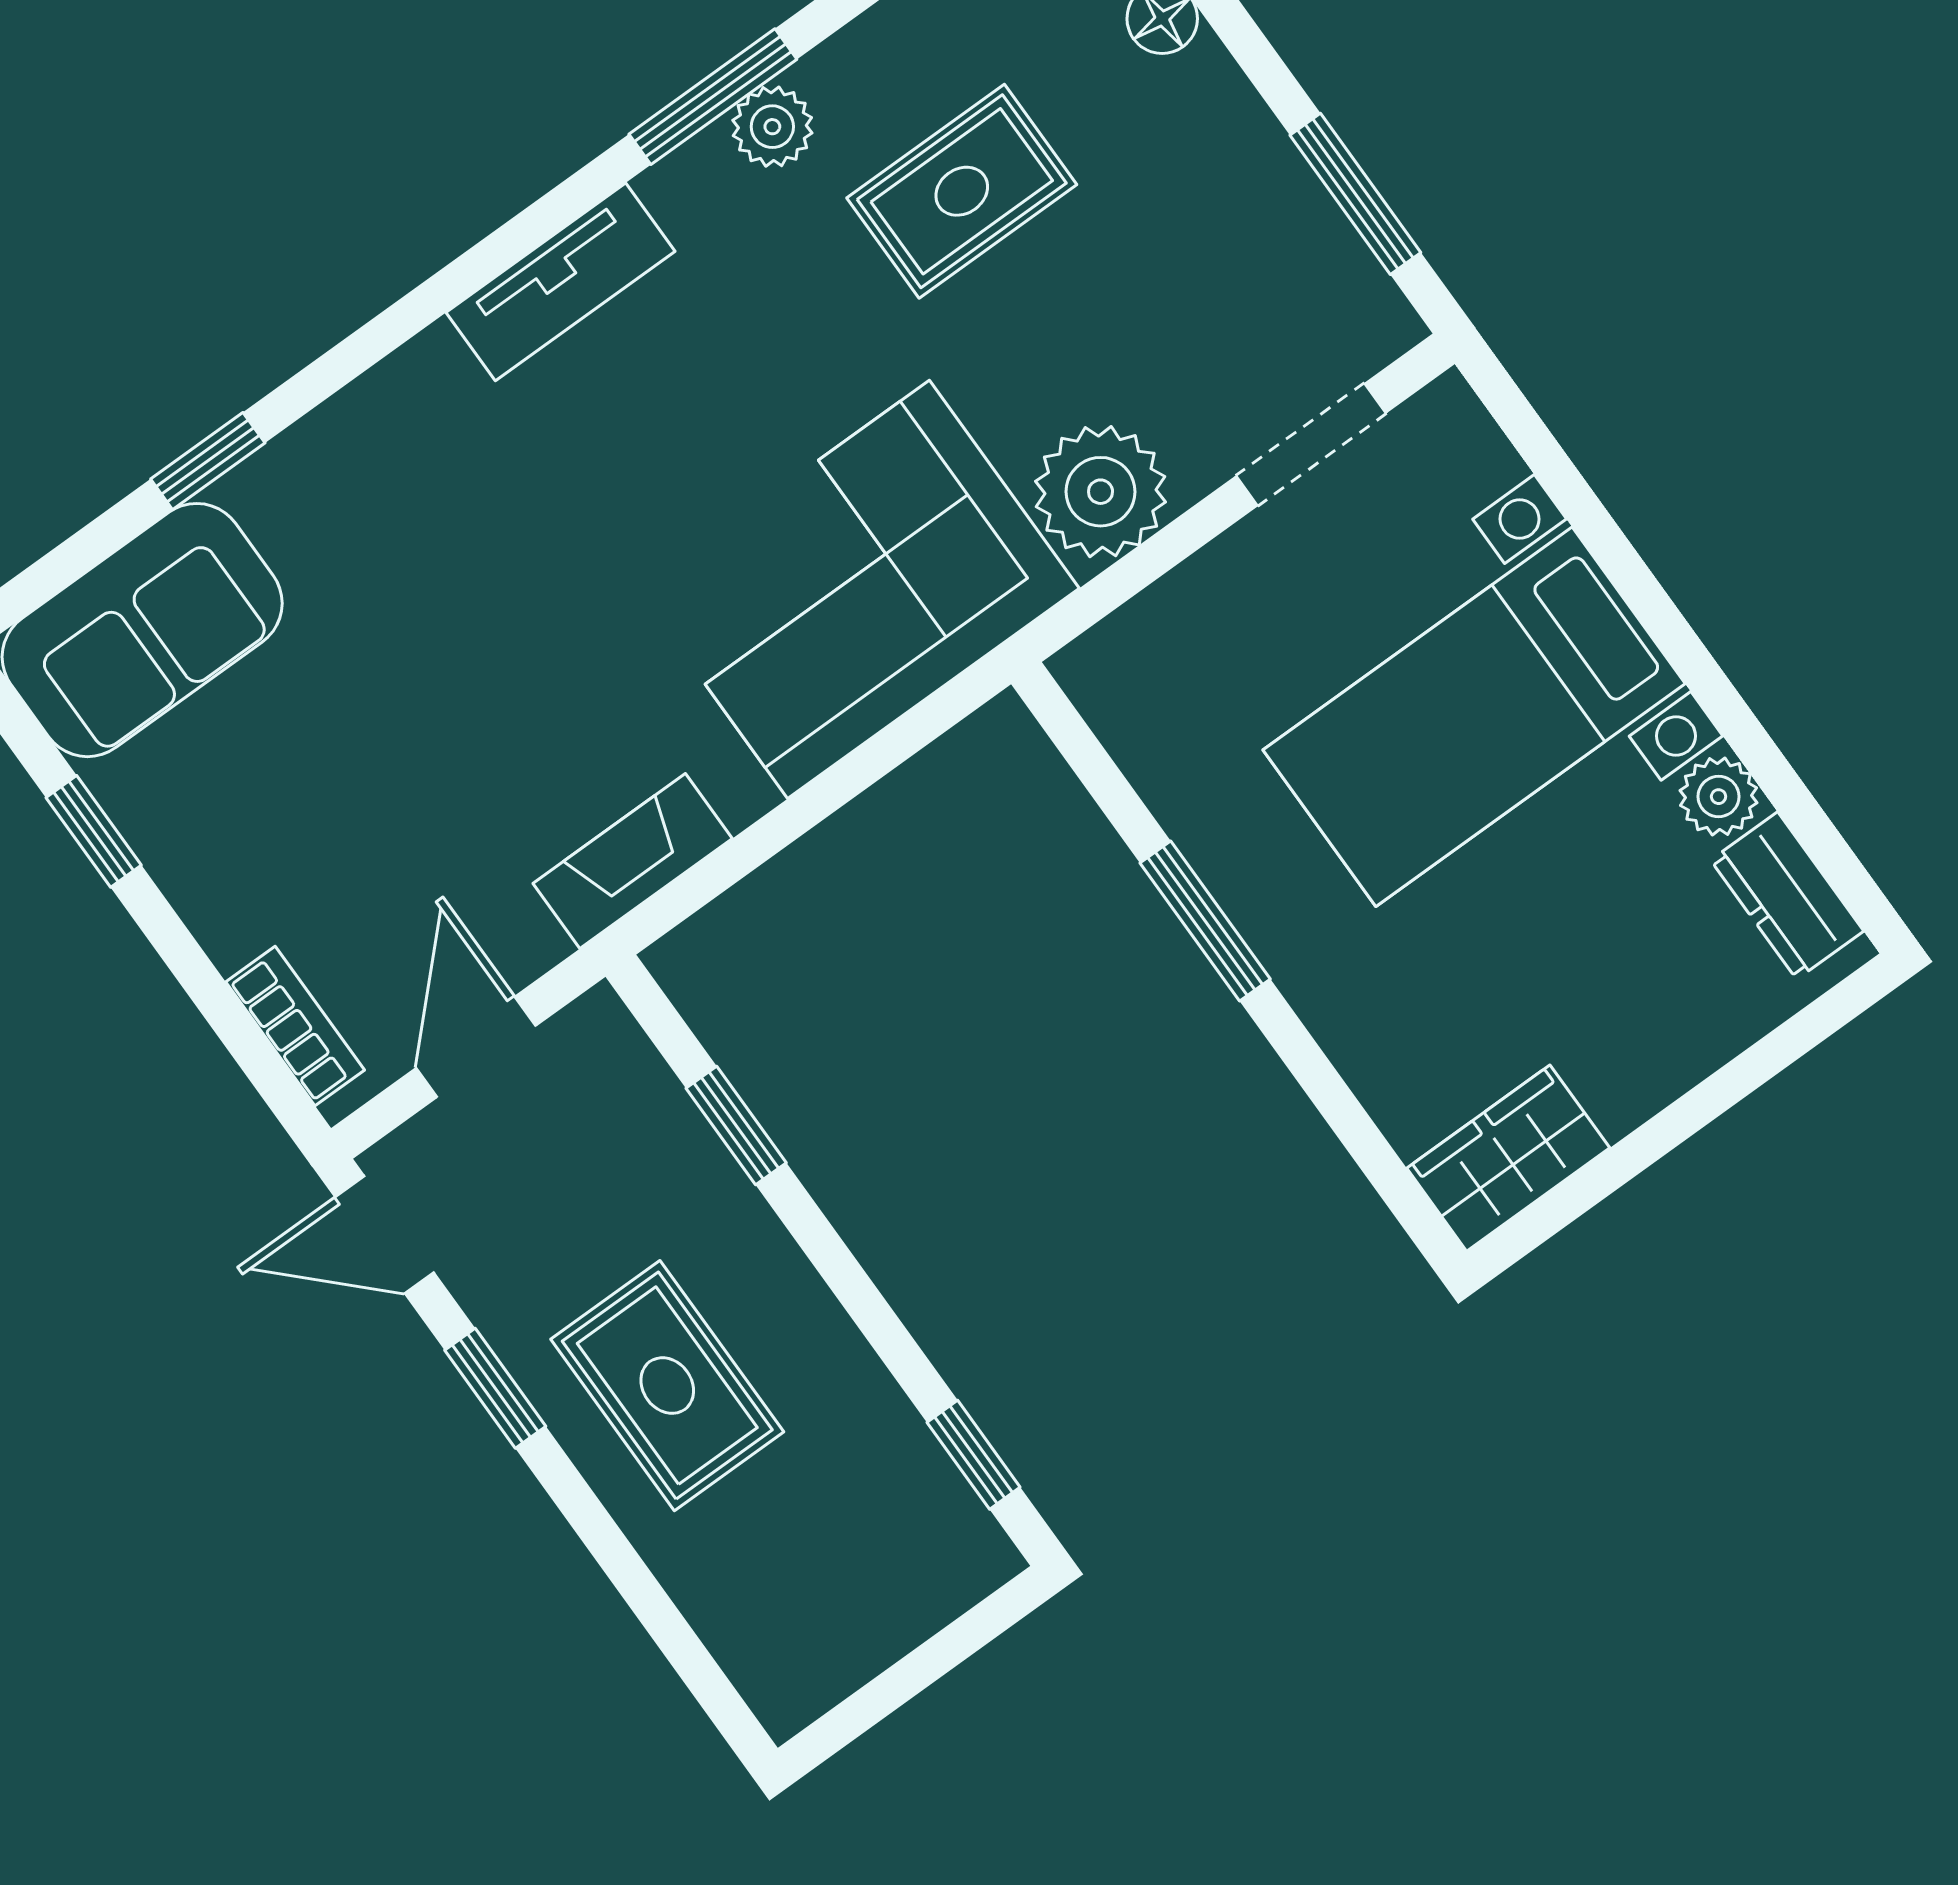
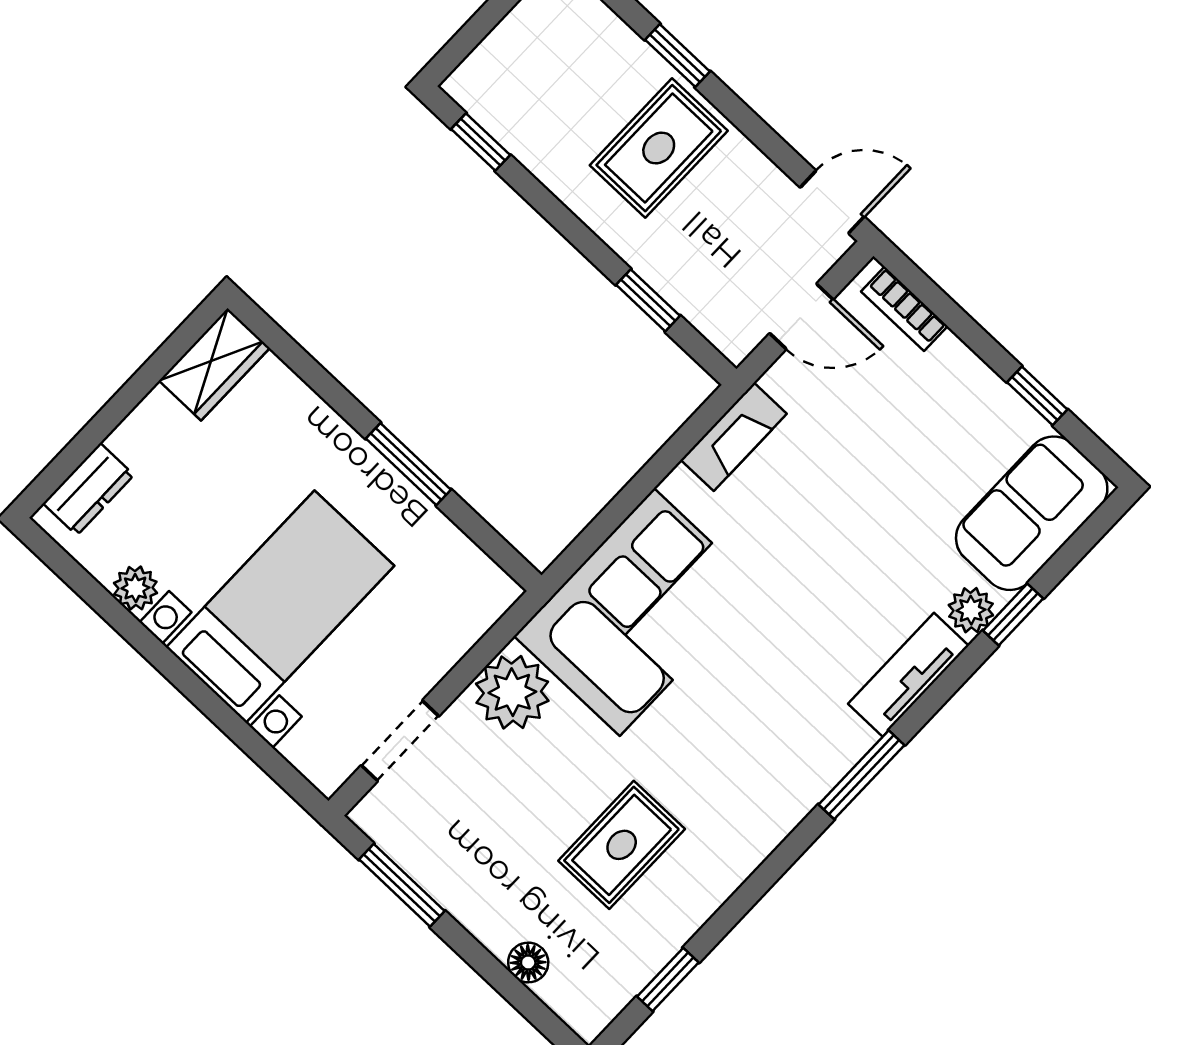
window: (713, 97) -> (861, 775), moved
plant: (772, 127) -> (971, 610), moved
tv unit: (561, 282) -> (908, 675), moved
dresser: (1787, 896) -> (88, 489), moved, turned 90
door: (476, 1047) -> (801, 316), hinge flipped
rug: (667, 1386) -> (659, 148), turned 90
window: (495, 1388) -> (677, 56), moved

